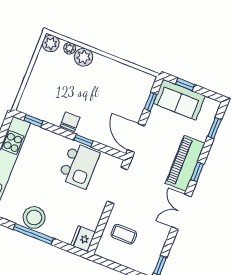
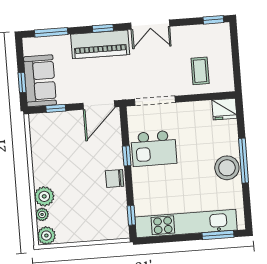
window: (214, 128) -> (51, 32), width x1.50
kitchen island: (79, 166) -> (154, 148), turned 180

